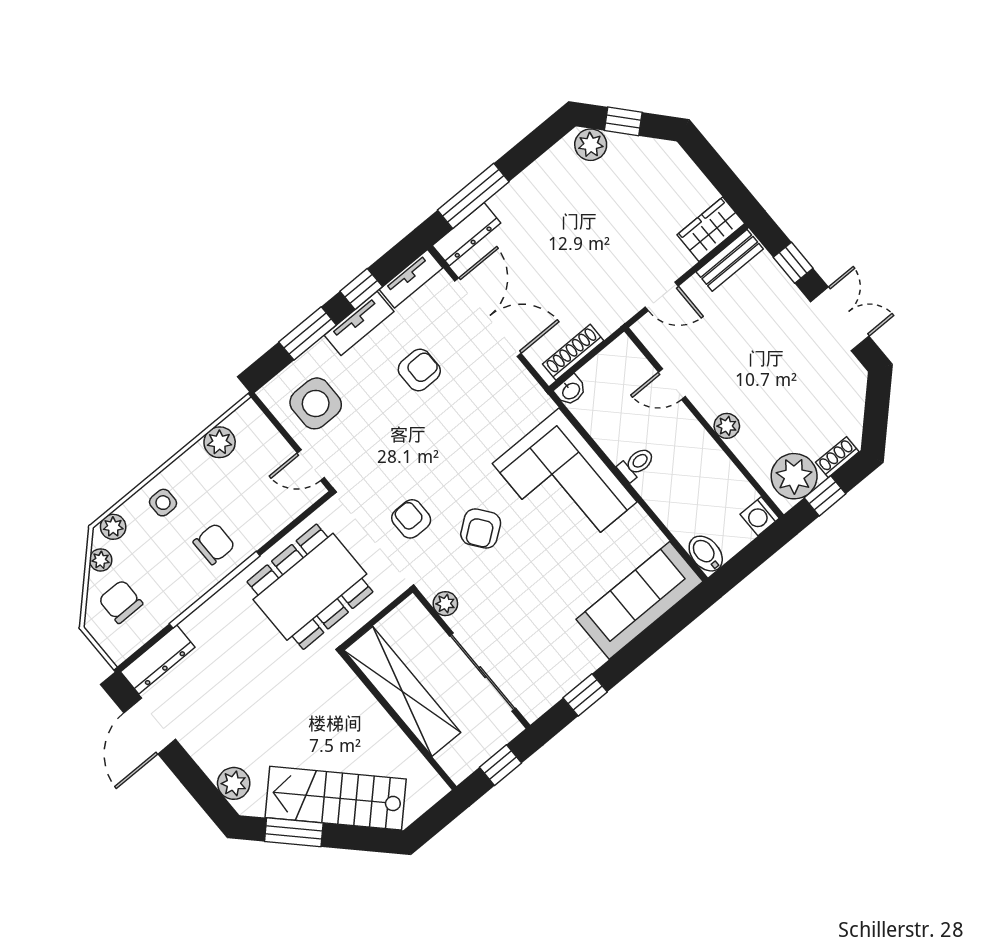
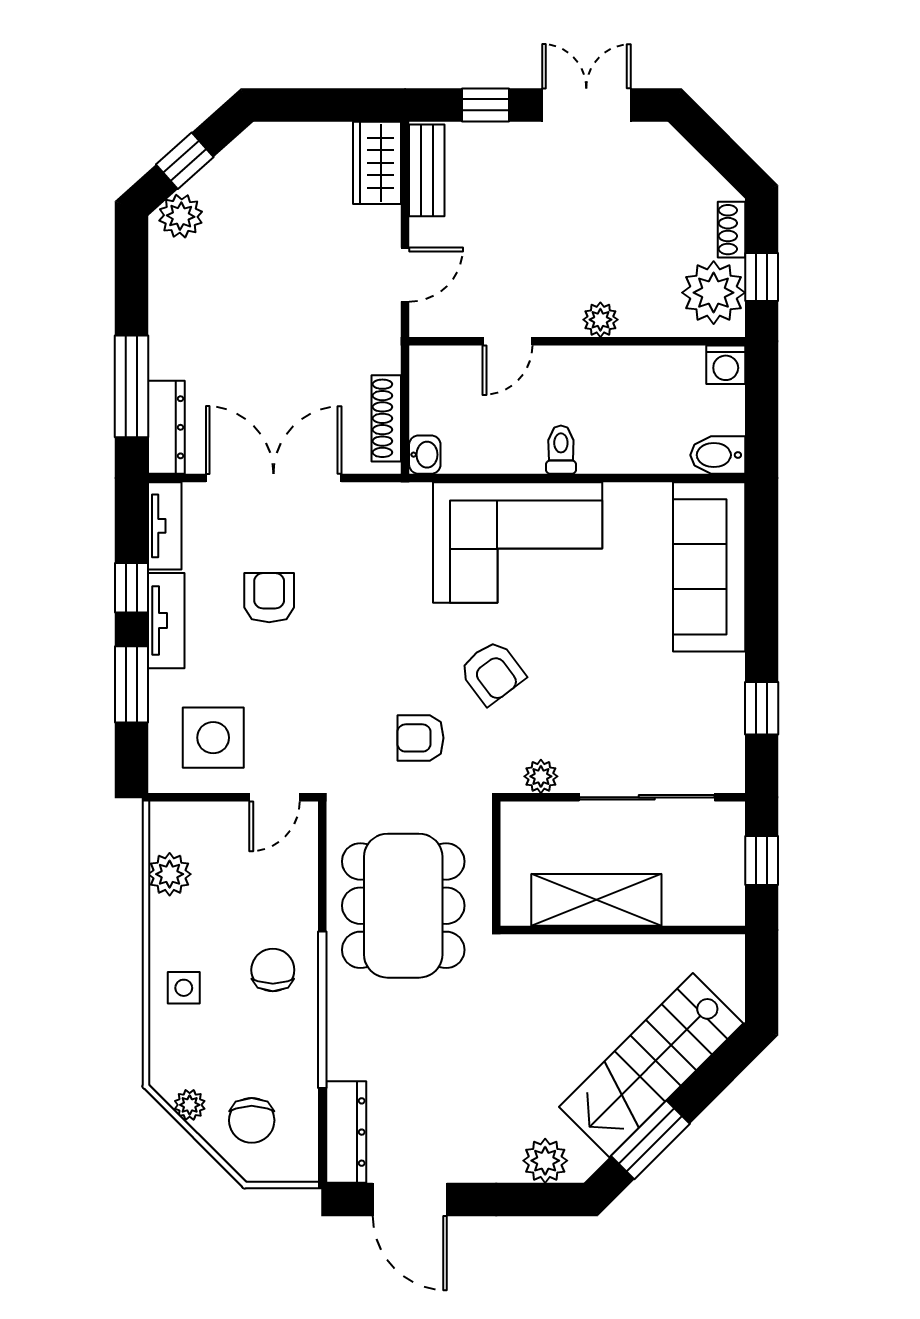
plant: (113, 527) -> (165, 1062), removed
chair: (121, 602) -> (252, 1120), turned -90
shelving: (402, 691) -> (596, 900), width x0.68

